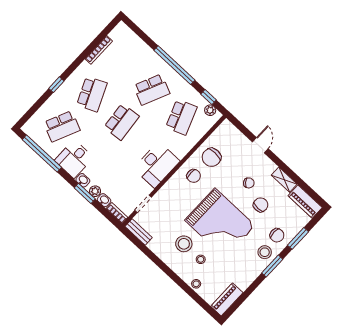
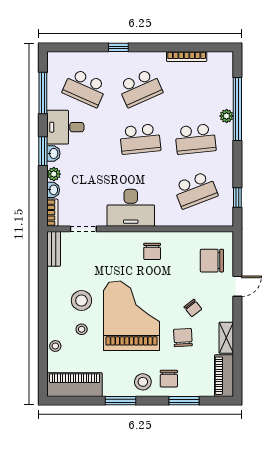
window: (174, 65) -> (237, 109), moved
school desk: (152, 90) -> (195, 139), turned -30
plant: (210, 110) -> (227, 116), moved
window: (42, 153) -> (43, 93), width x0.68
chair: (211, 157) -> (212, 261), moved
window: (85, 193) -> (43, 151), moved
chair: (261, 205) -> (183, 338), turned -93
grand piano: (220, 223) -> (132, 316), turned 180
window: (272, 266) -> (121, 401), moved
piano: (227, 299) -> (75, 385), width x1.37, depth x1.33

